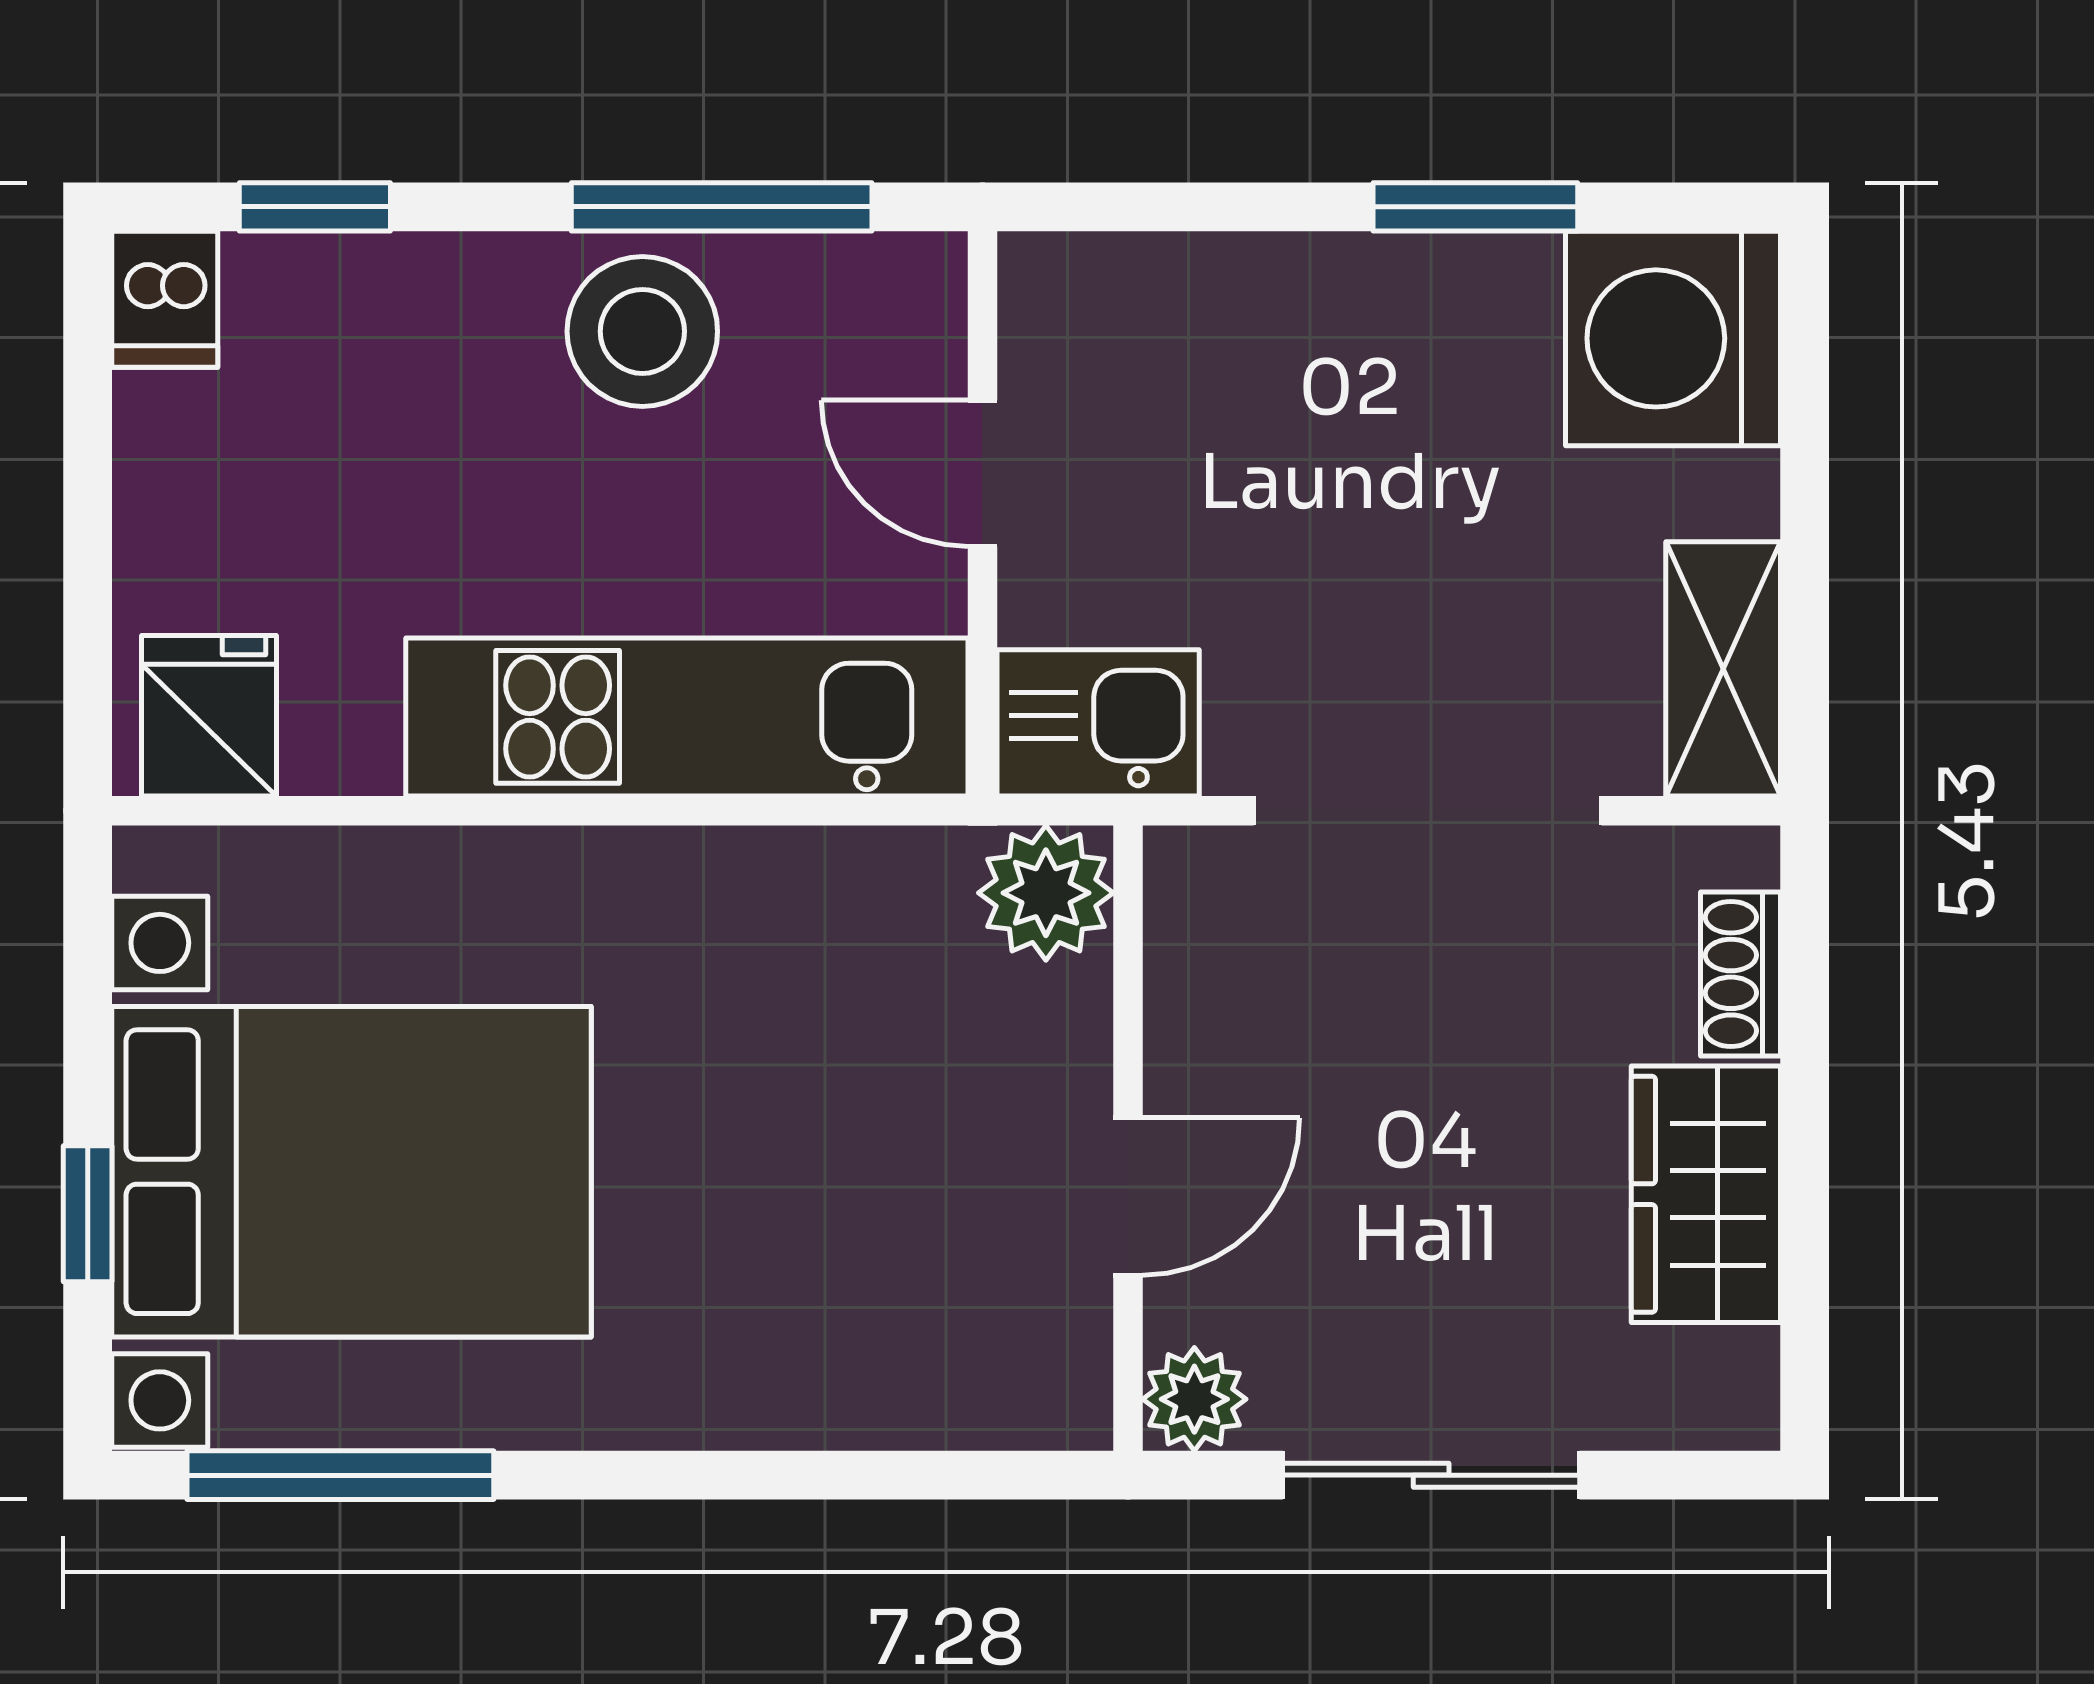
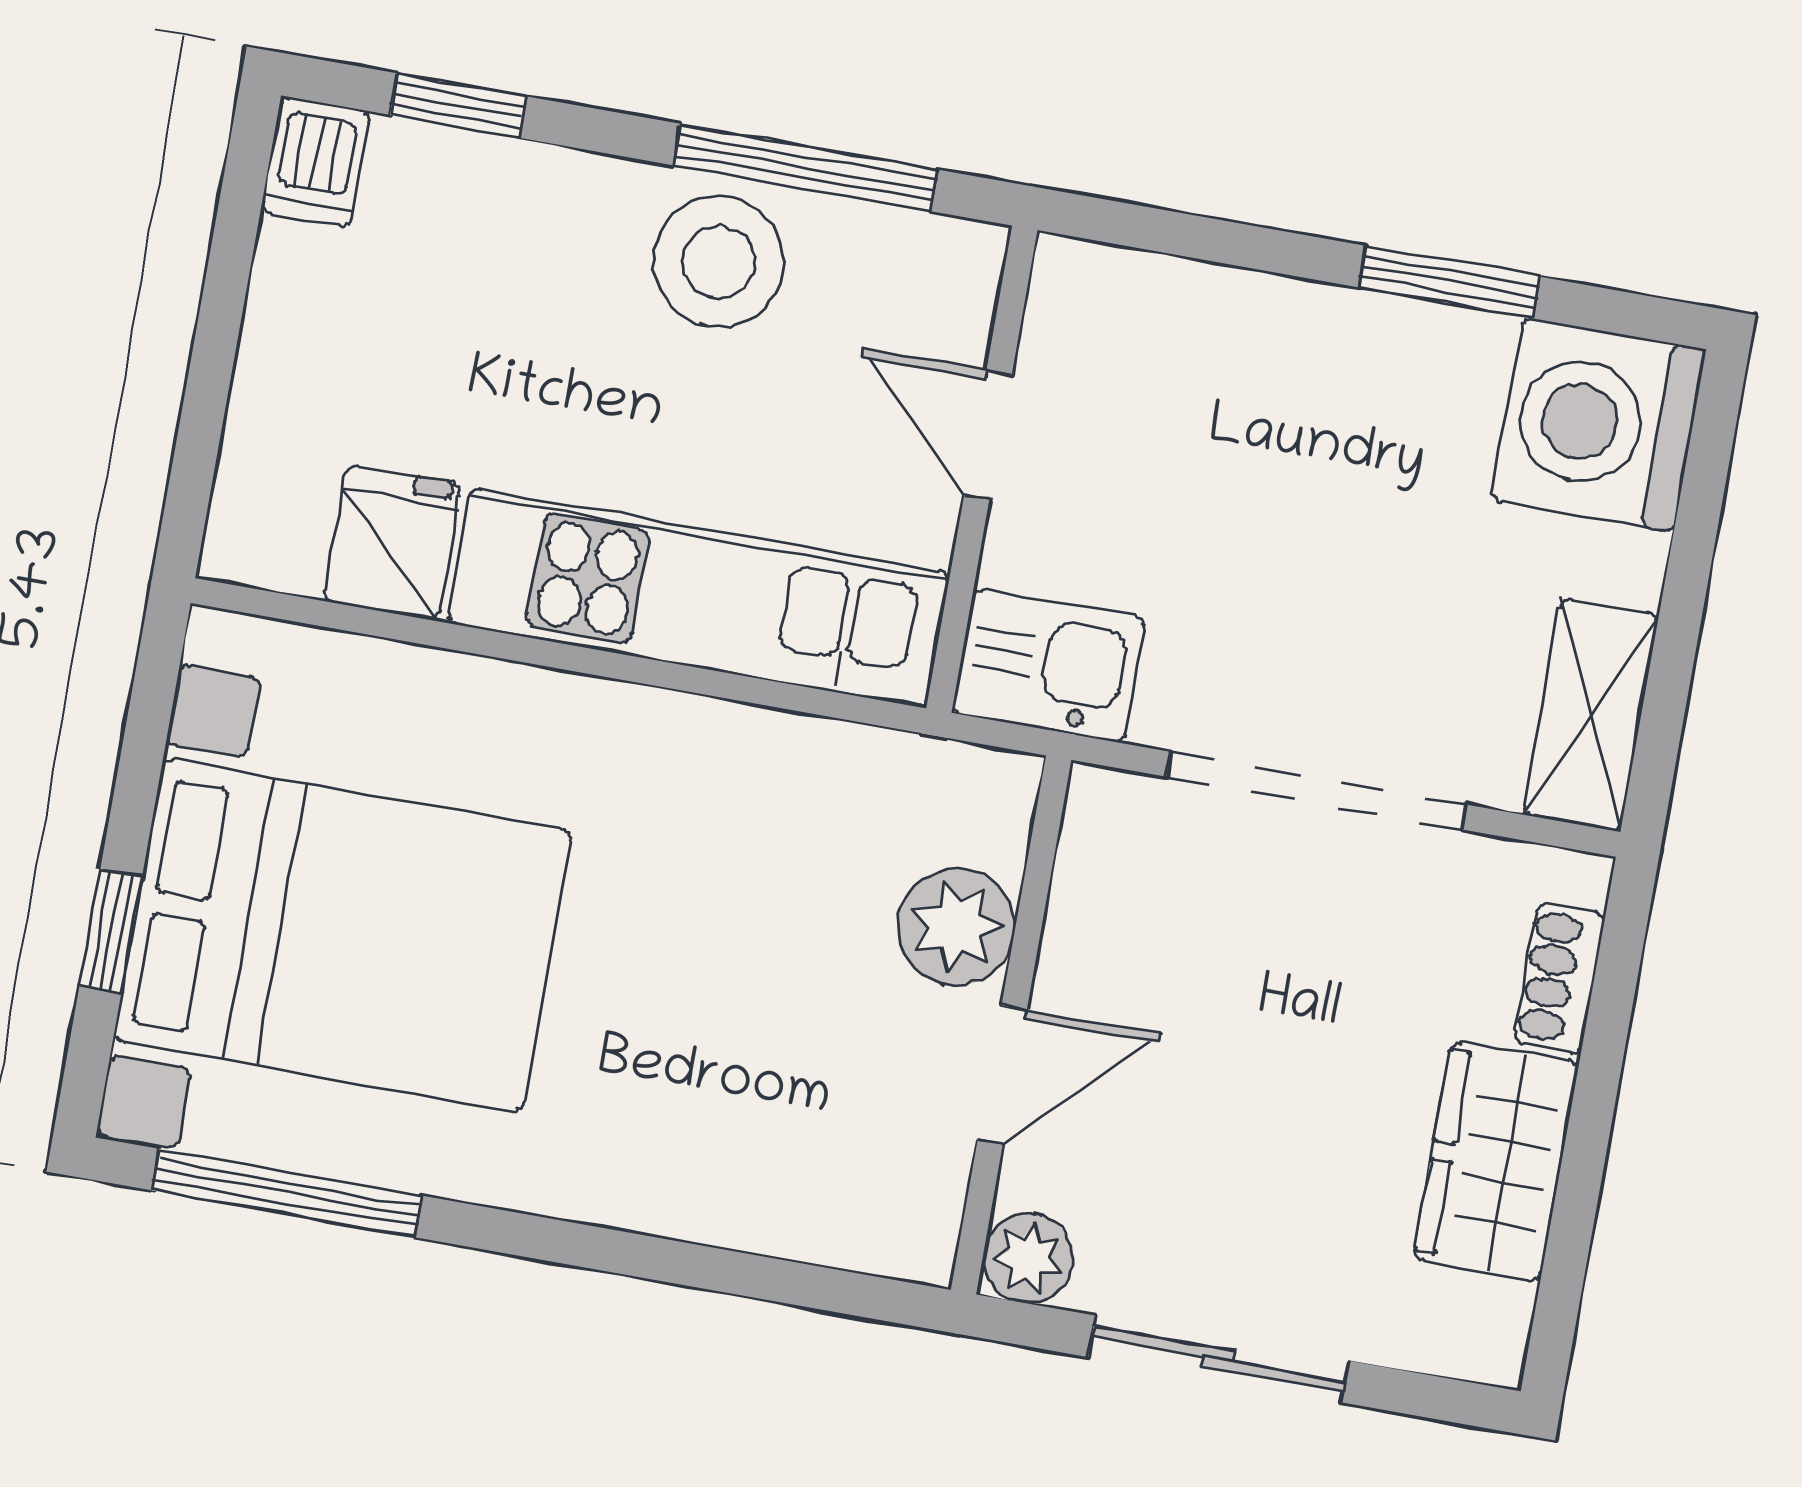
fridge: (209, 716) -> (393, 543), moved
plant: (1046, 893) -> (956, 927), moved

